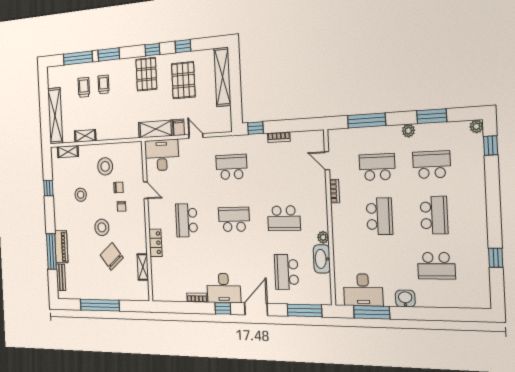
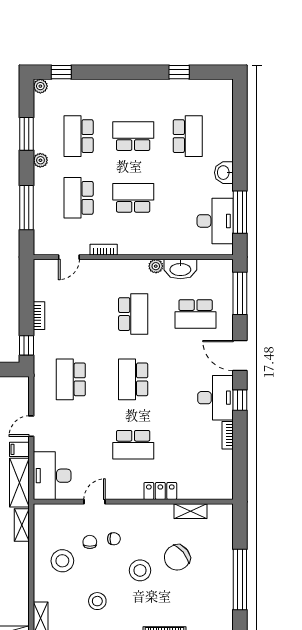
shelving: (85, 136) -> (22, 525), moved

